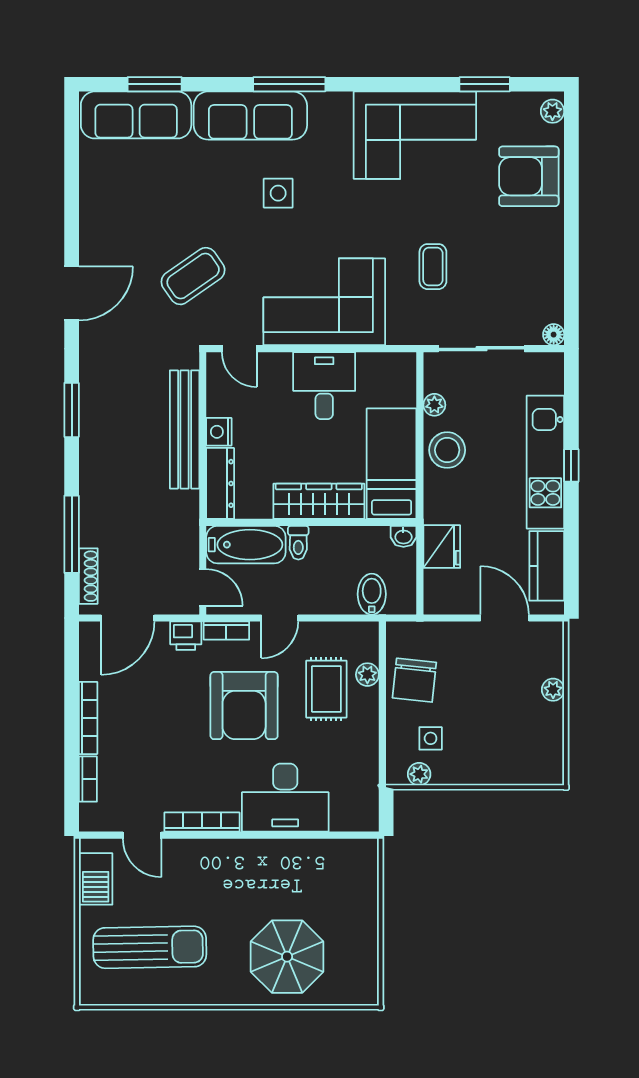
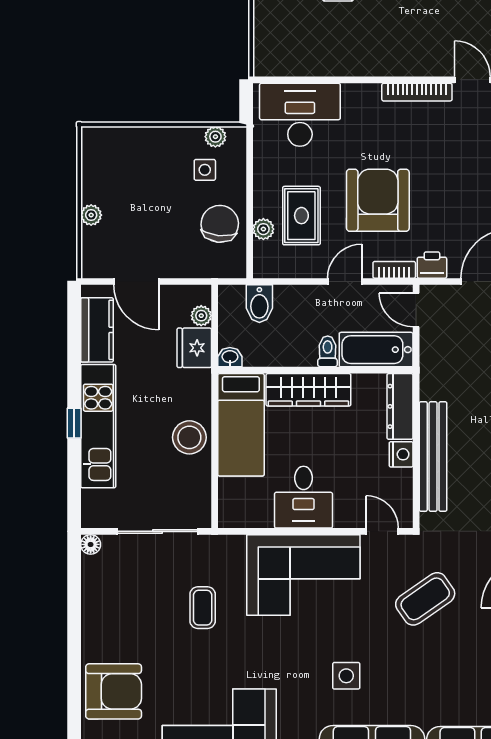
plant: (434, 405) -> (201, 316), moved
desk: (285, 798) -> (300, 115), moved

